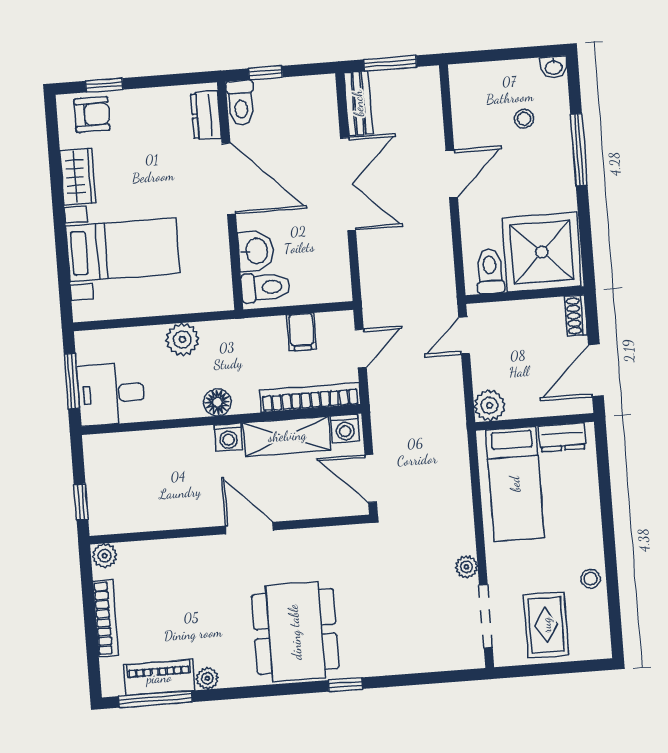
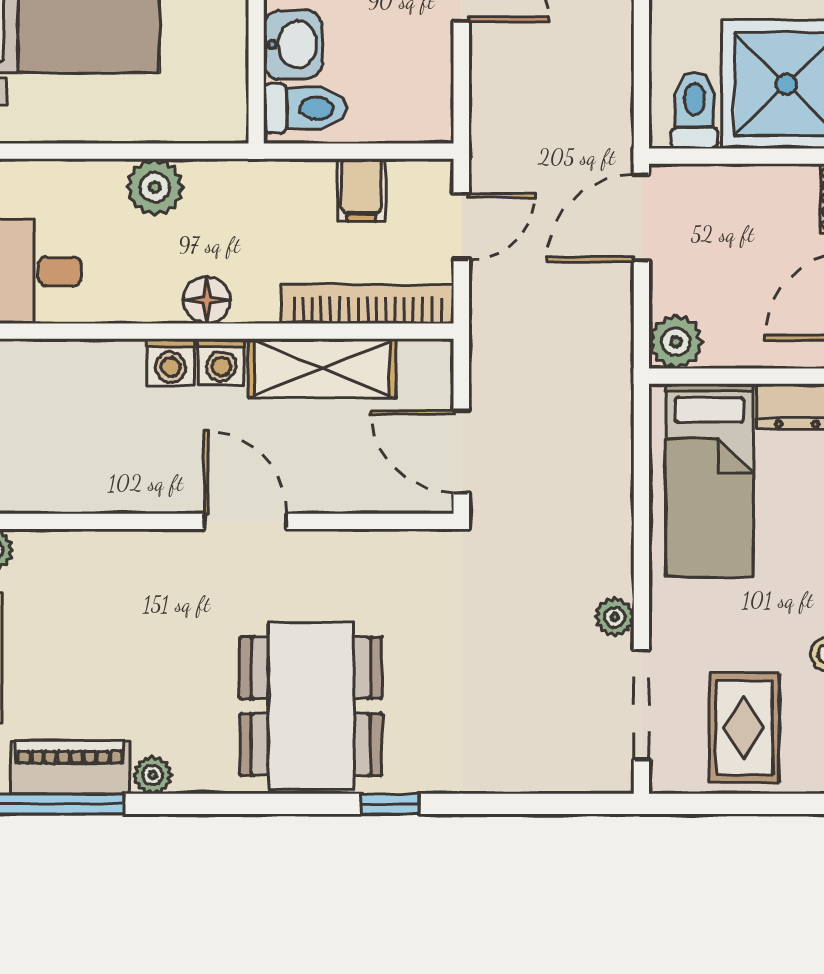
door: (464, 336) -> (641, 218), width x1.38
washing machine: (345, 428) -> (171, 362), moved

